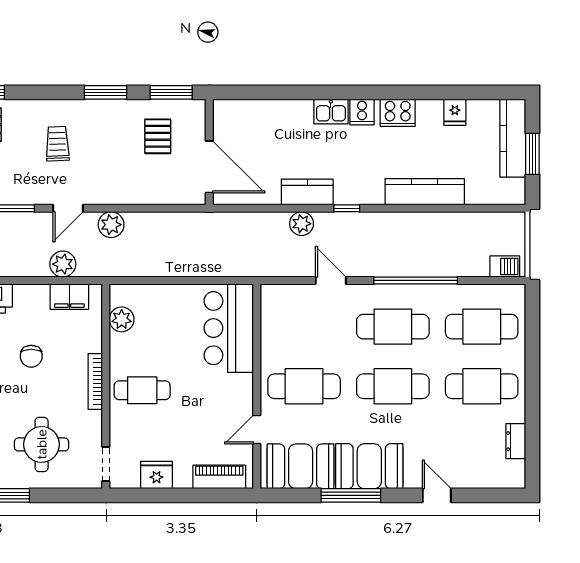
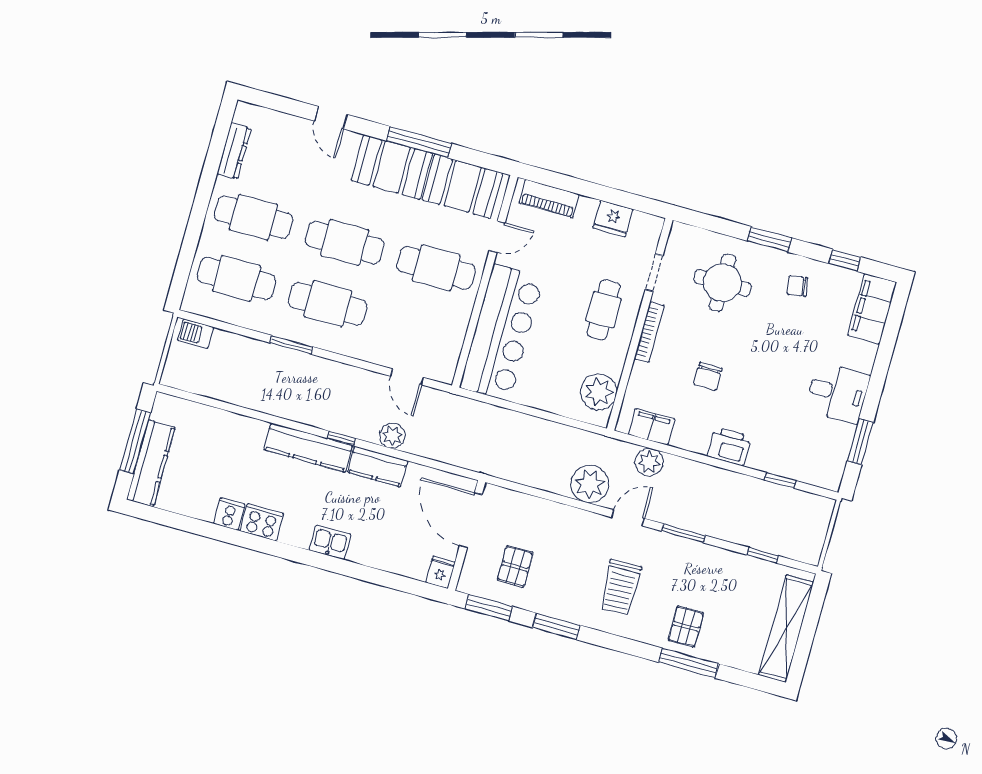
cooker: (362, 112) -> (229, 514), moved
fridge: (455, 112) -> (441, 572), moved
trolley: (57, 144) -> (620, 587), width x1.36, depth x1.39
window: (532, 154) -> (135, 442), width x1.44
kitchen counter: (425, 192) -> (308, 448), moved
plant: (111, 225) -> (590, 484), width x1.36, depth x1.36
door: (331, 280) -> (407, 377), moved
window: (416, 280) -> (291, 345), width x0.47
plant: (122, 319) -> (599, 392), width x1.36, depth x1.36
bar counter: (229, 328) -> (502, 332), width x1.36
chair: (31, 356) -> (708, 376), turned 180
cafe table: (142, 390) -> (604, 310), turned 90
dresser: (516, 441) -> (234, 151), width x1.44
doorway: (106, 464) -> (654, 273), moved

